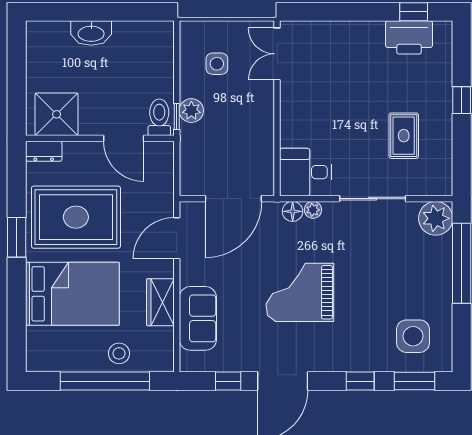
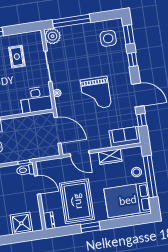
plant: (191, 111) -> (20, 156), removed
shower: (57, 114) -> (21, 223), moved
rug: (404, 136) -> (17, 57), turned 90
door: (124, 138) -> (38, 185), hinge flipped
desk: (305, 172) -> (36, 100), width x1.37
floor lamp: (293, 211) -> (59, 102), removed
bed: (72, 294) -> (128, 200), moved, turned -90
sofa: (198, 318) -> (125, 137), moved

